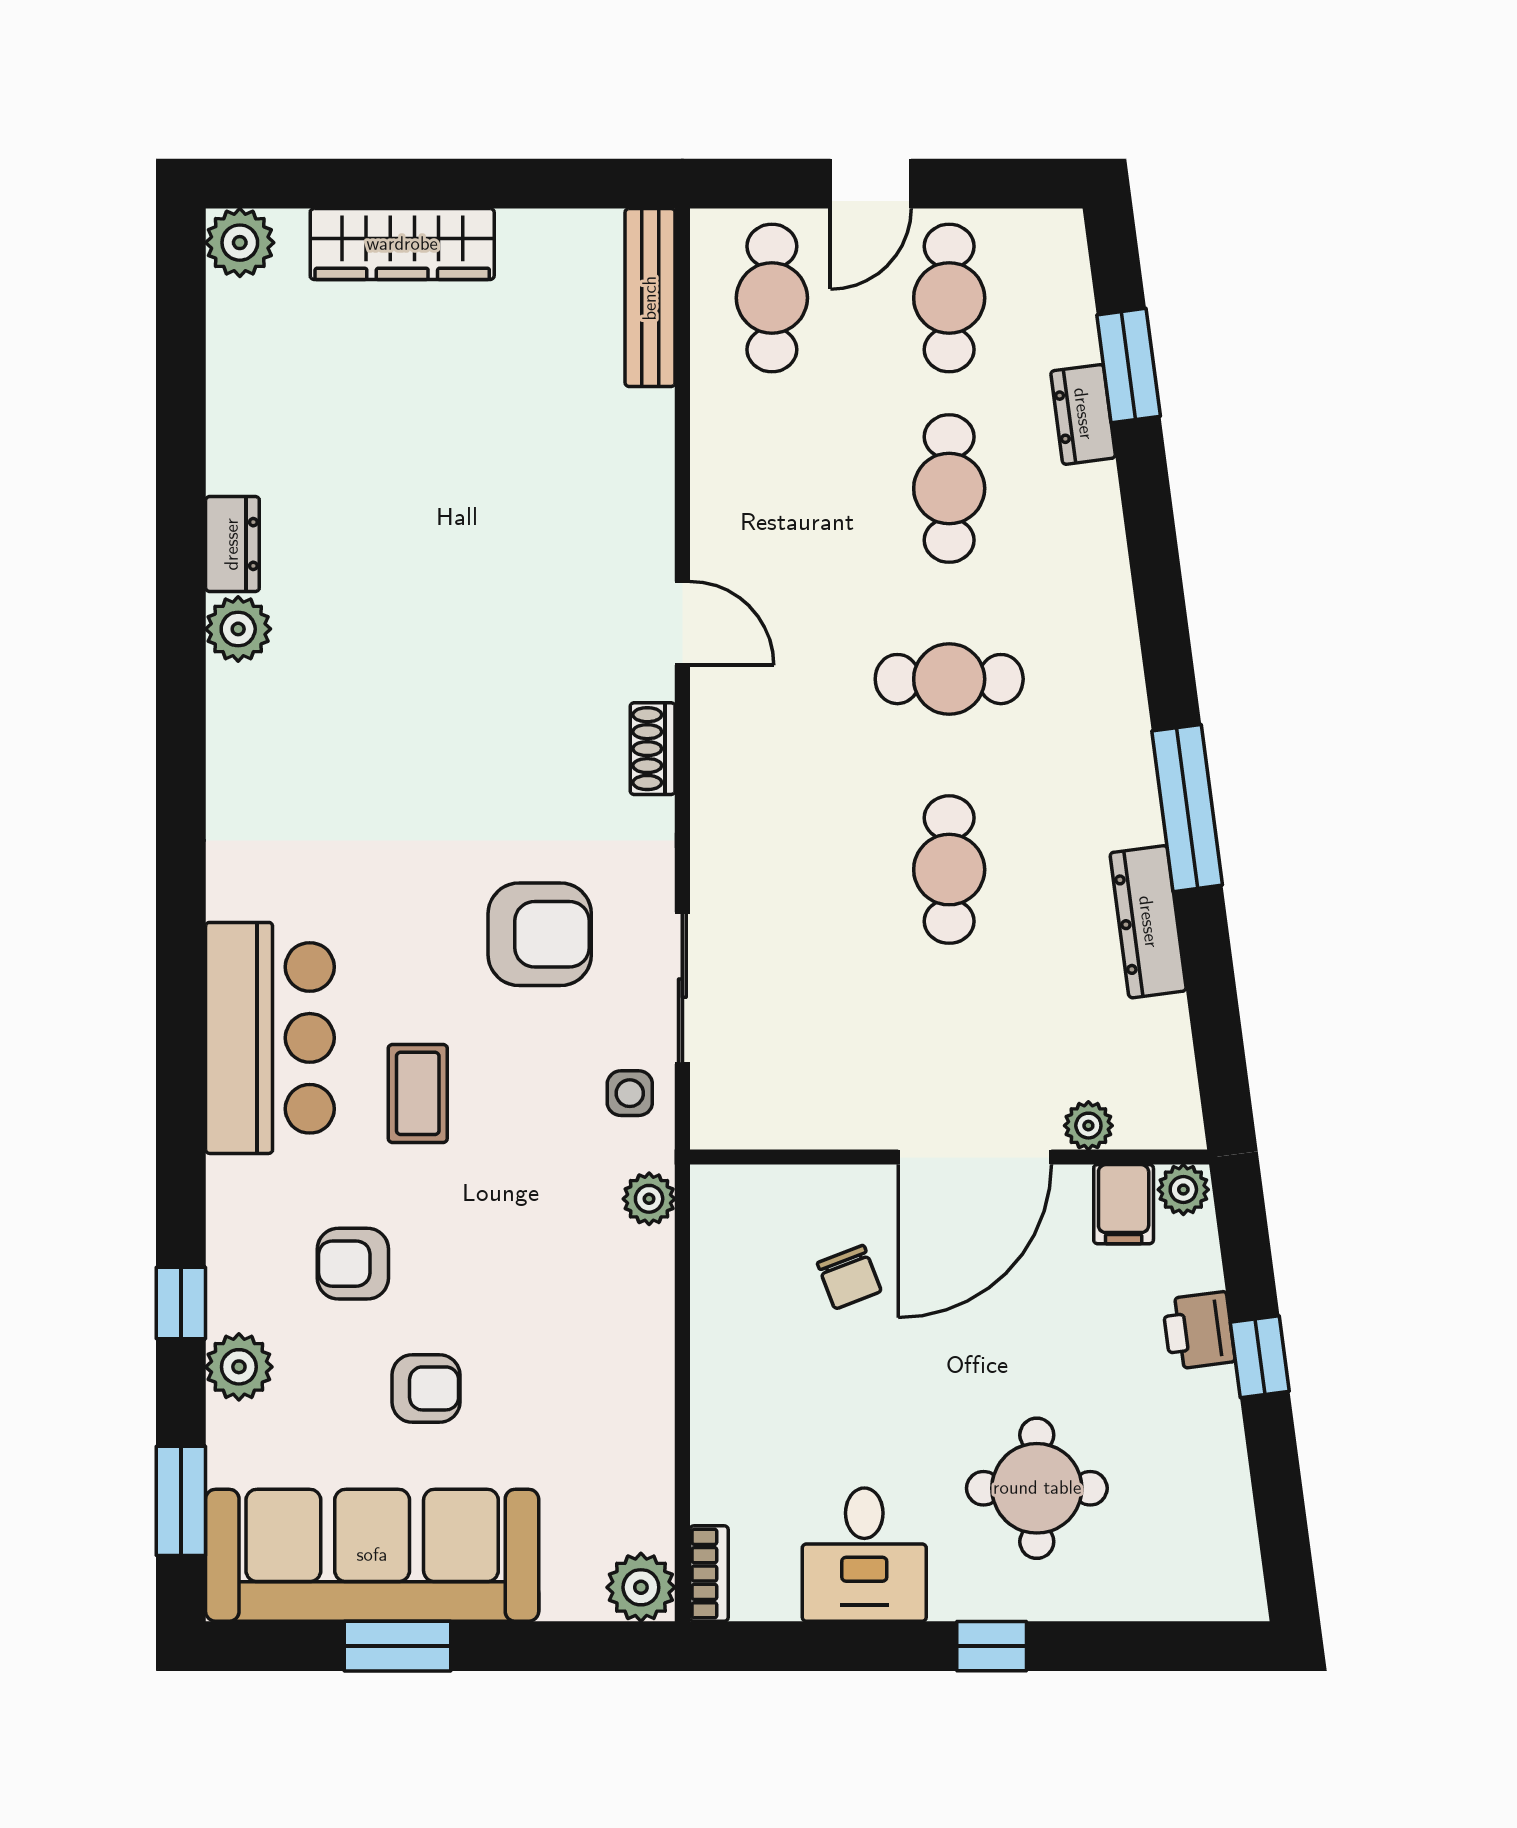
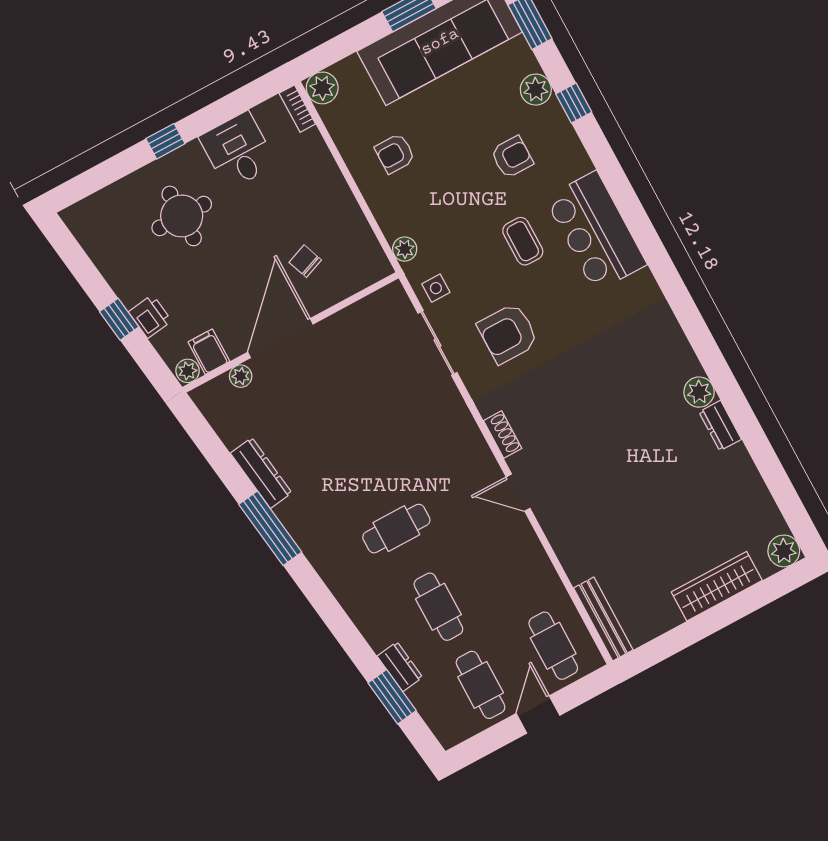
cafe table: (949, 870) -> (354, 450), removed
armchair: (426, 1388) -> (395, 153), moved

